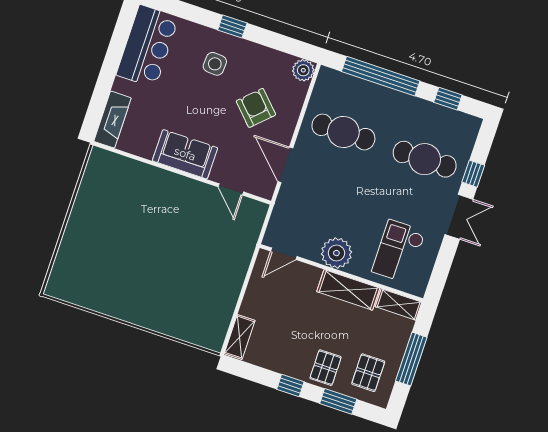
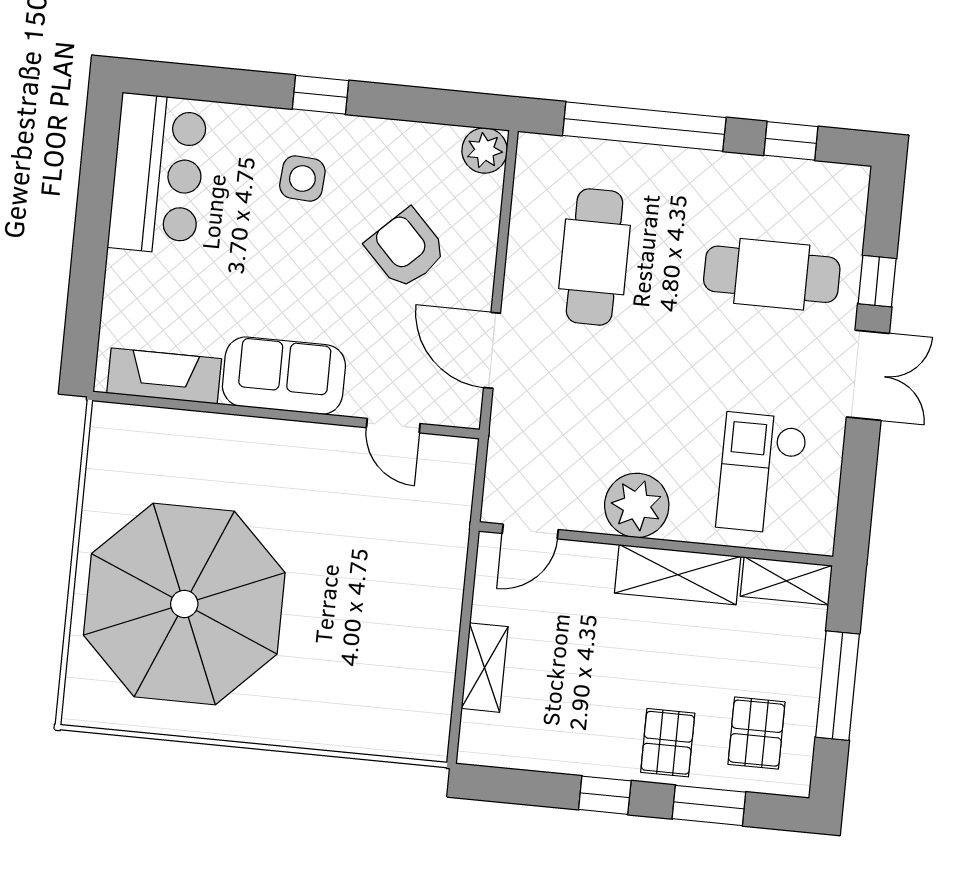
fireplace: (113, 120) -> (164, 376), moved, turned -90
cafe table: (343, 132) -> (595, 257), turned 90
parasol: (114, 251) -> (184, 604), added
shelving: (240, 337) -> (485, 668), moved

